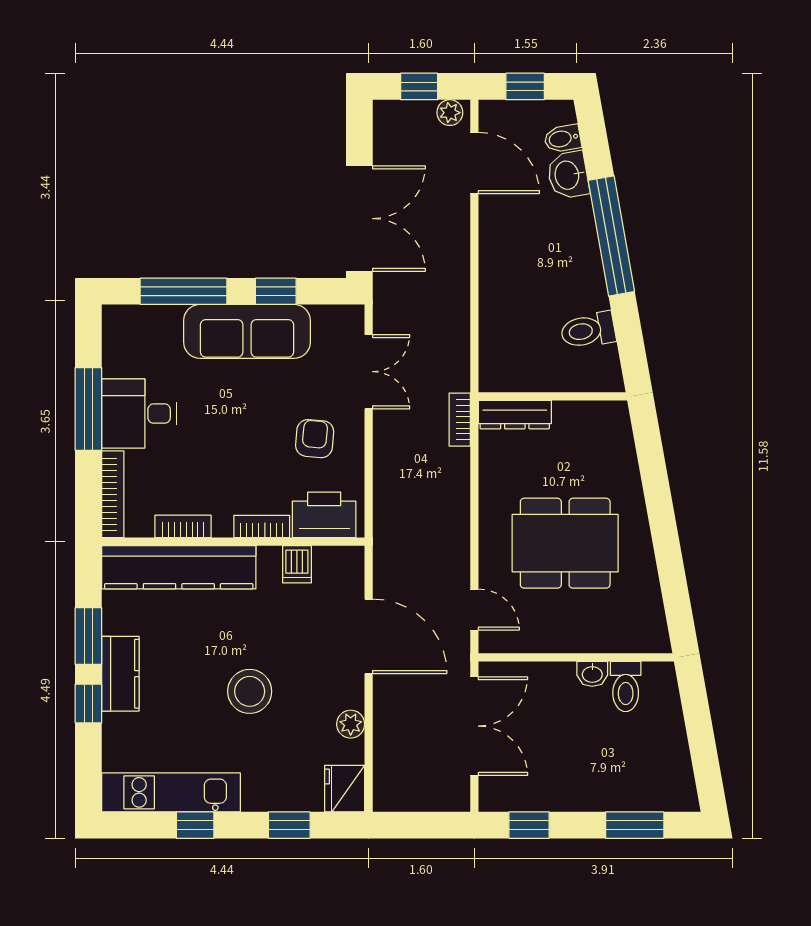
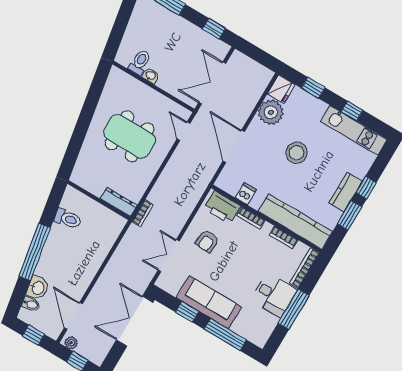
plant: (351, 724) -> (271, 112), width x1.88, depth x1.88

